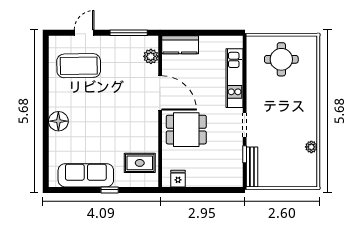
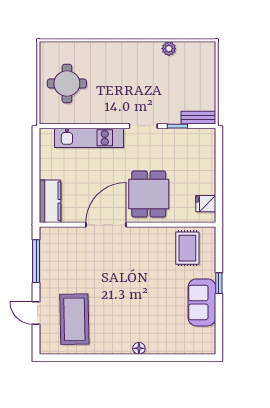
plant: (151, 56) -> (64, 235), removed
floor lamp: (58, 121) -> (139, 348), width x0.53, depth x0.53
bench: (252, 167) -> (198, 118), width x0.73
sofa: (86, 175) -> (202, 302), width x0.73

